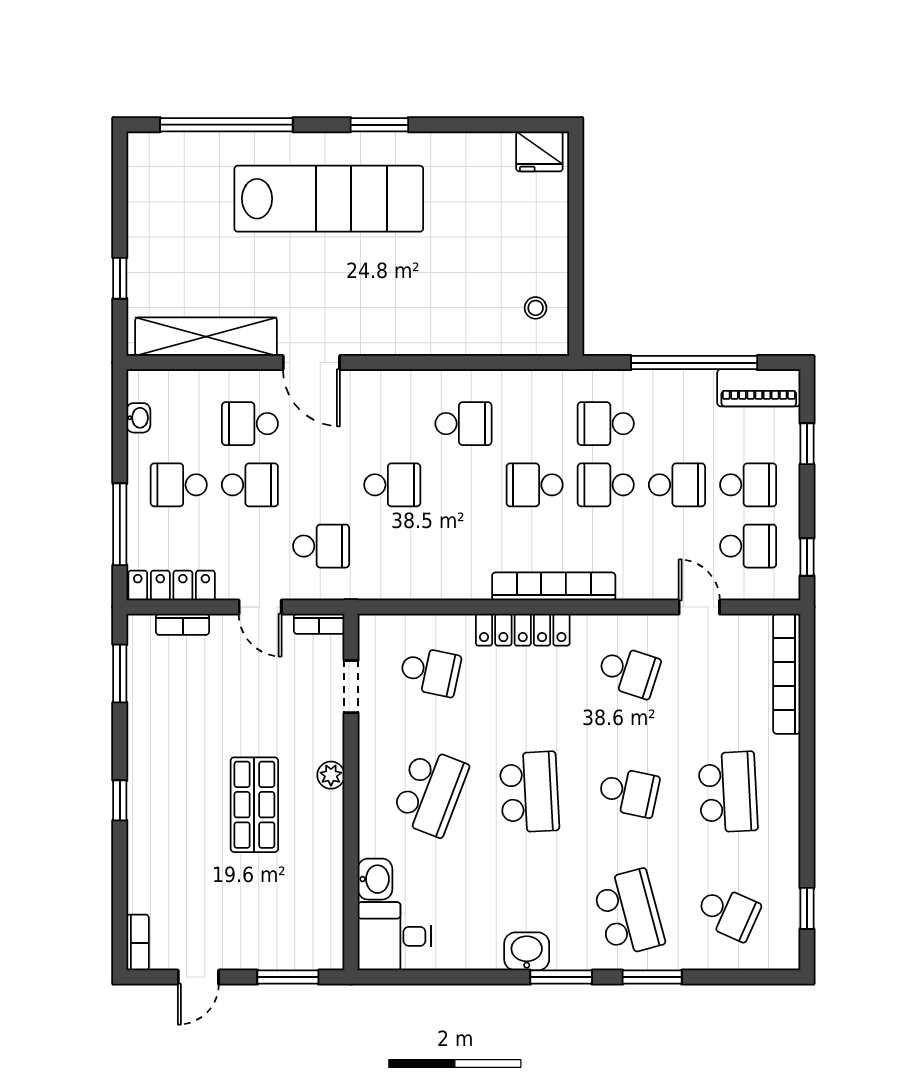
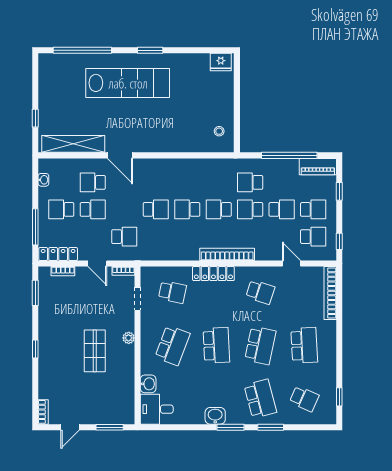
school desk: (463, 424) -> (187, 209), moved, turned 180
school desk: (629, 792) -> (260, 345), width x1.85

